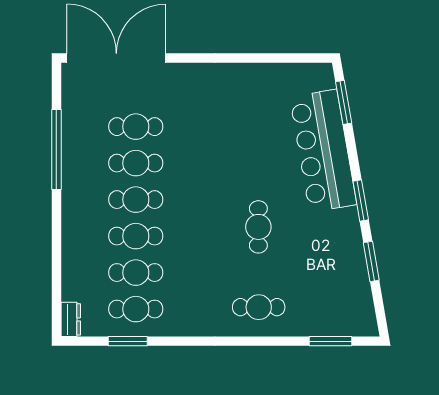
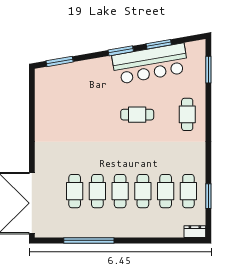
bar counter: (323, 151) -> (150, 64), moved

